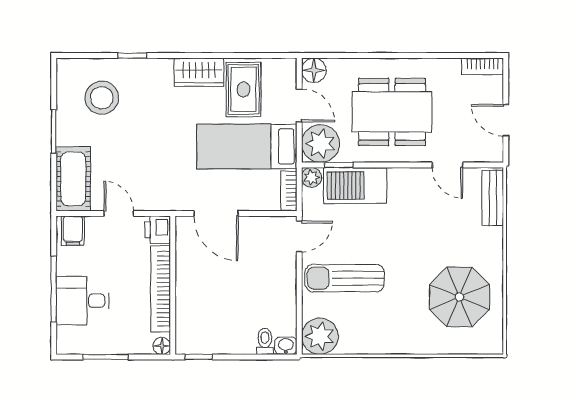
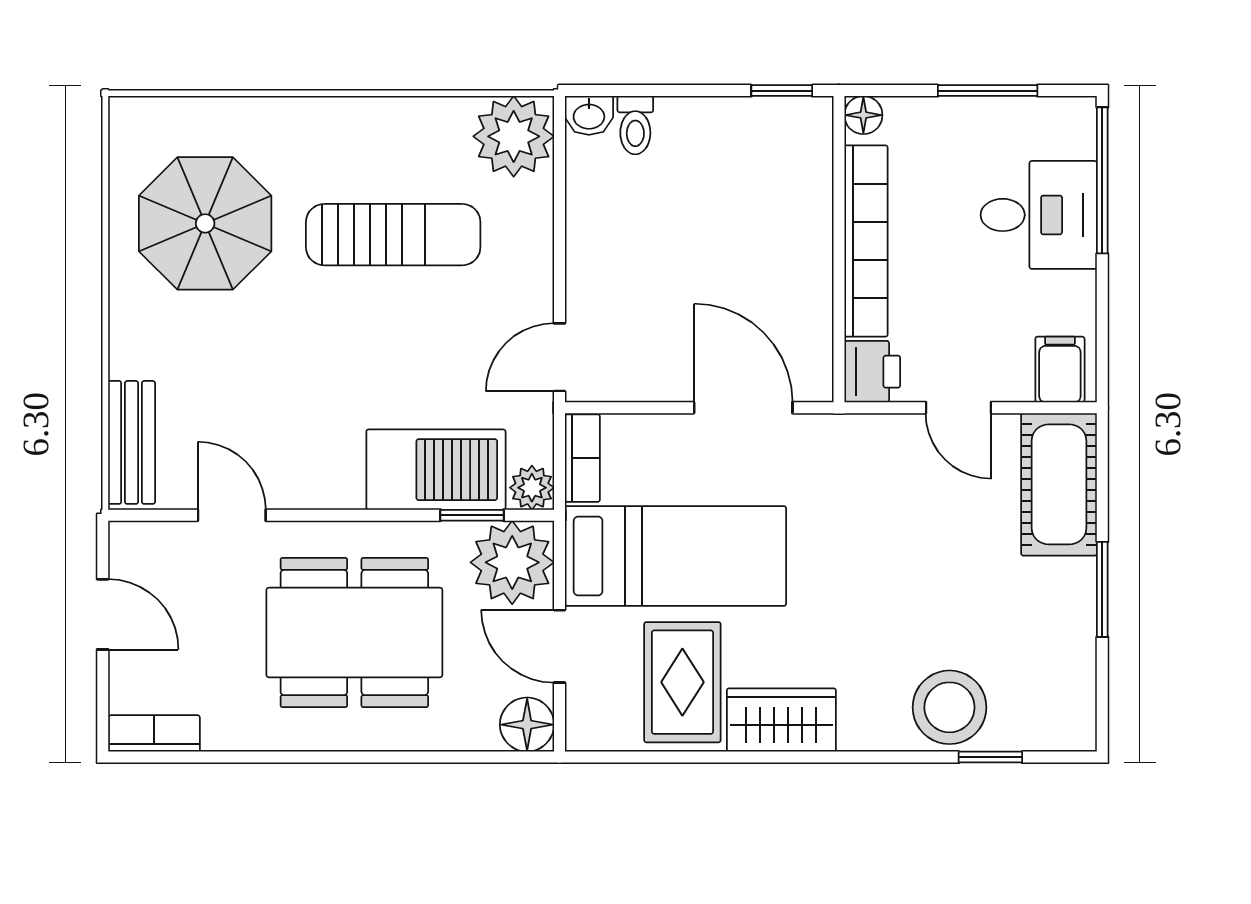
window: (132, 56) -> (990, 757), moved
stool: (102, 98) -> (949, 707), moved
sun lounger: (345, 278) -> (393, 235), moved
window: (54, 289) -> (1102, 180), moved

